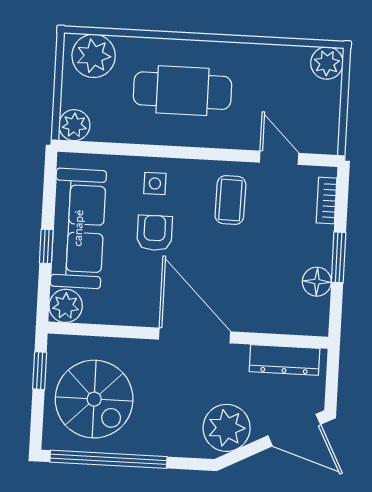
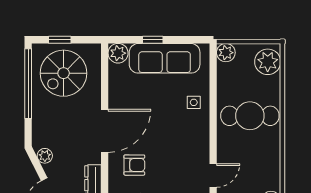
cafe table: (182, 91) -> (250, 116), turned 90
coffee table: (230, 200) -> (186, 148), removed
armchair: (155, 233) -> (134, 165), moved
window: (40, 371) -> (60, 40), moved
plant: (227, 428) -> (45, 156), width x0.53, depth x0.53

